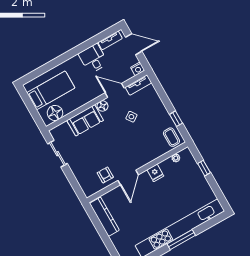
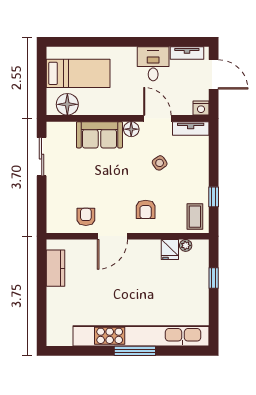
armchair: (139, 150) -> (146, 209), added
fridge: (155, 173) -> (170, 249), moved
kitchen counter: (104, 217) -> (55, 268), width x0.67

